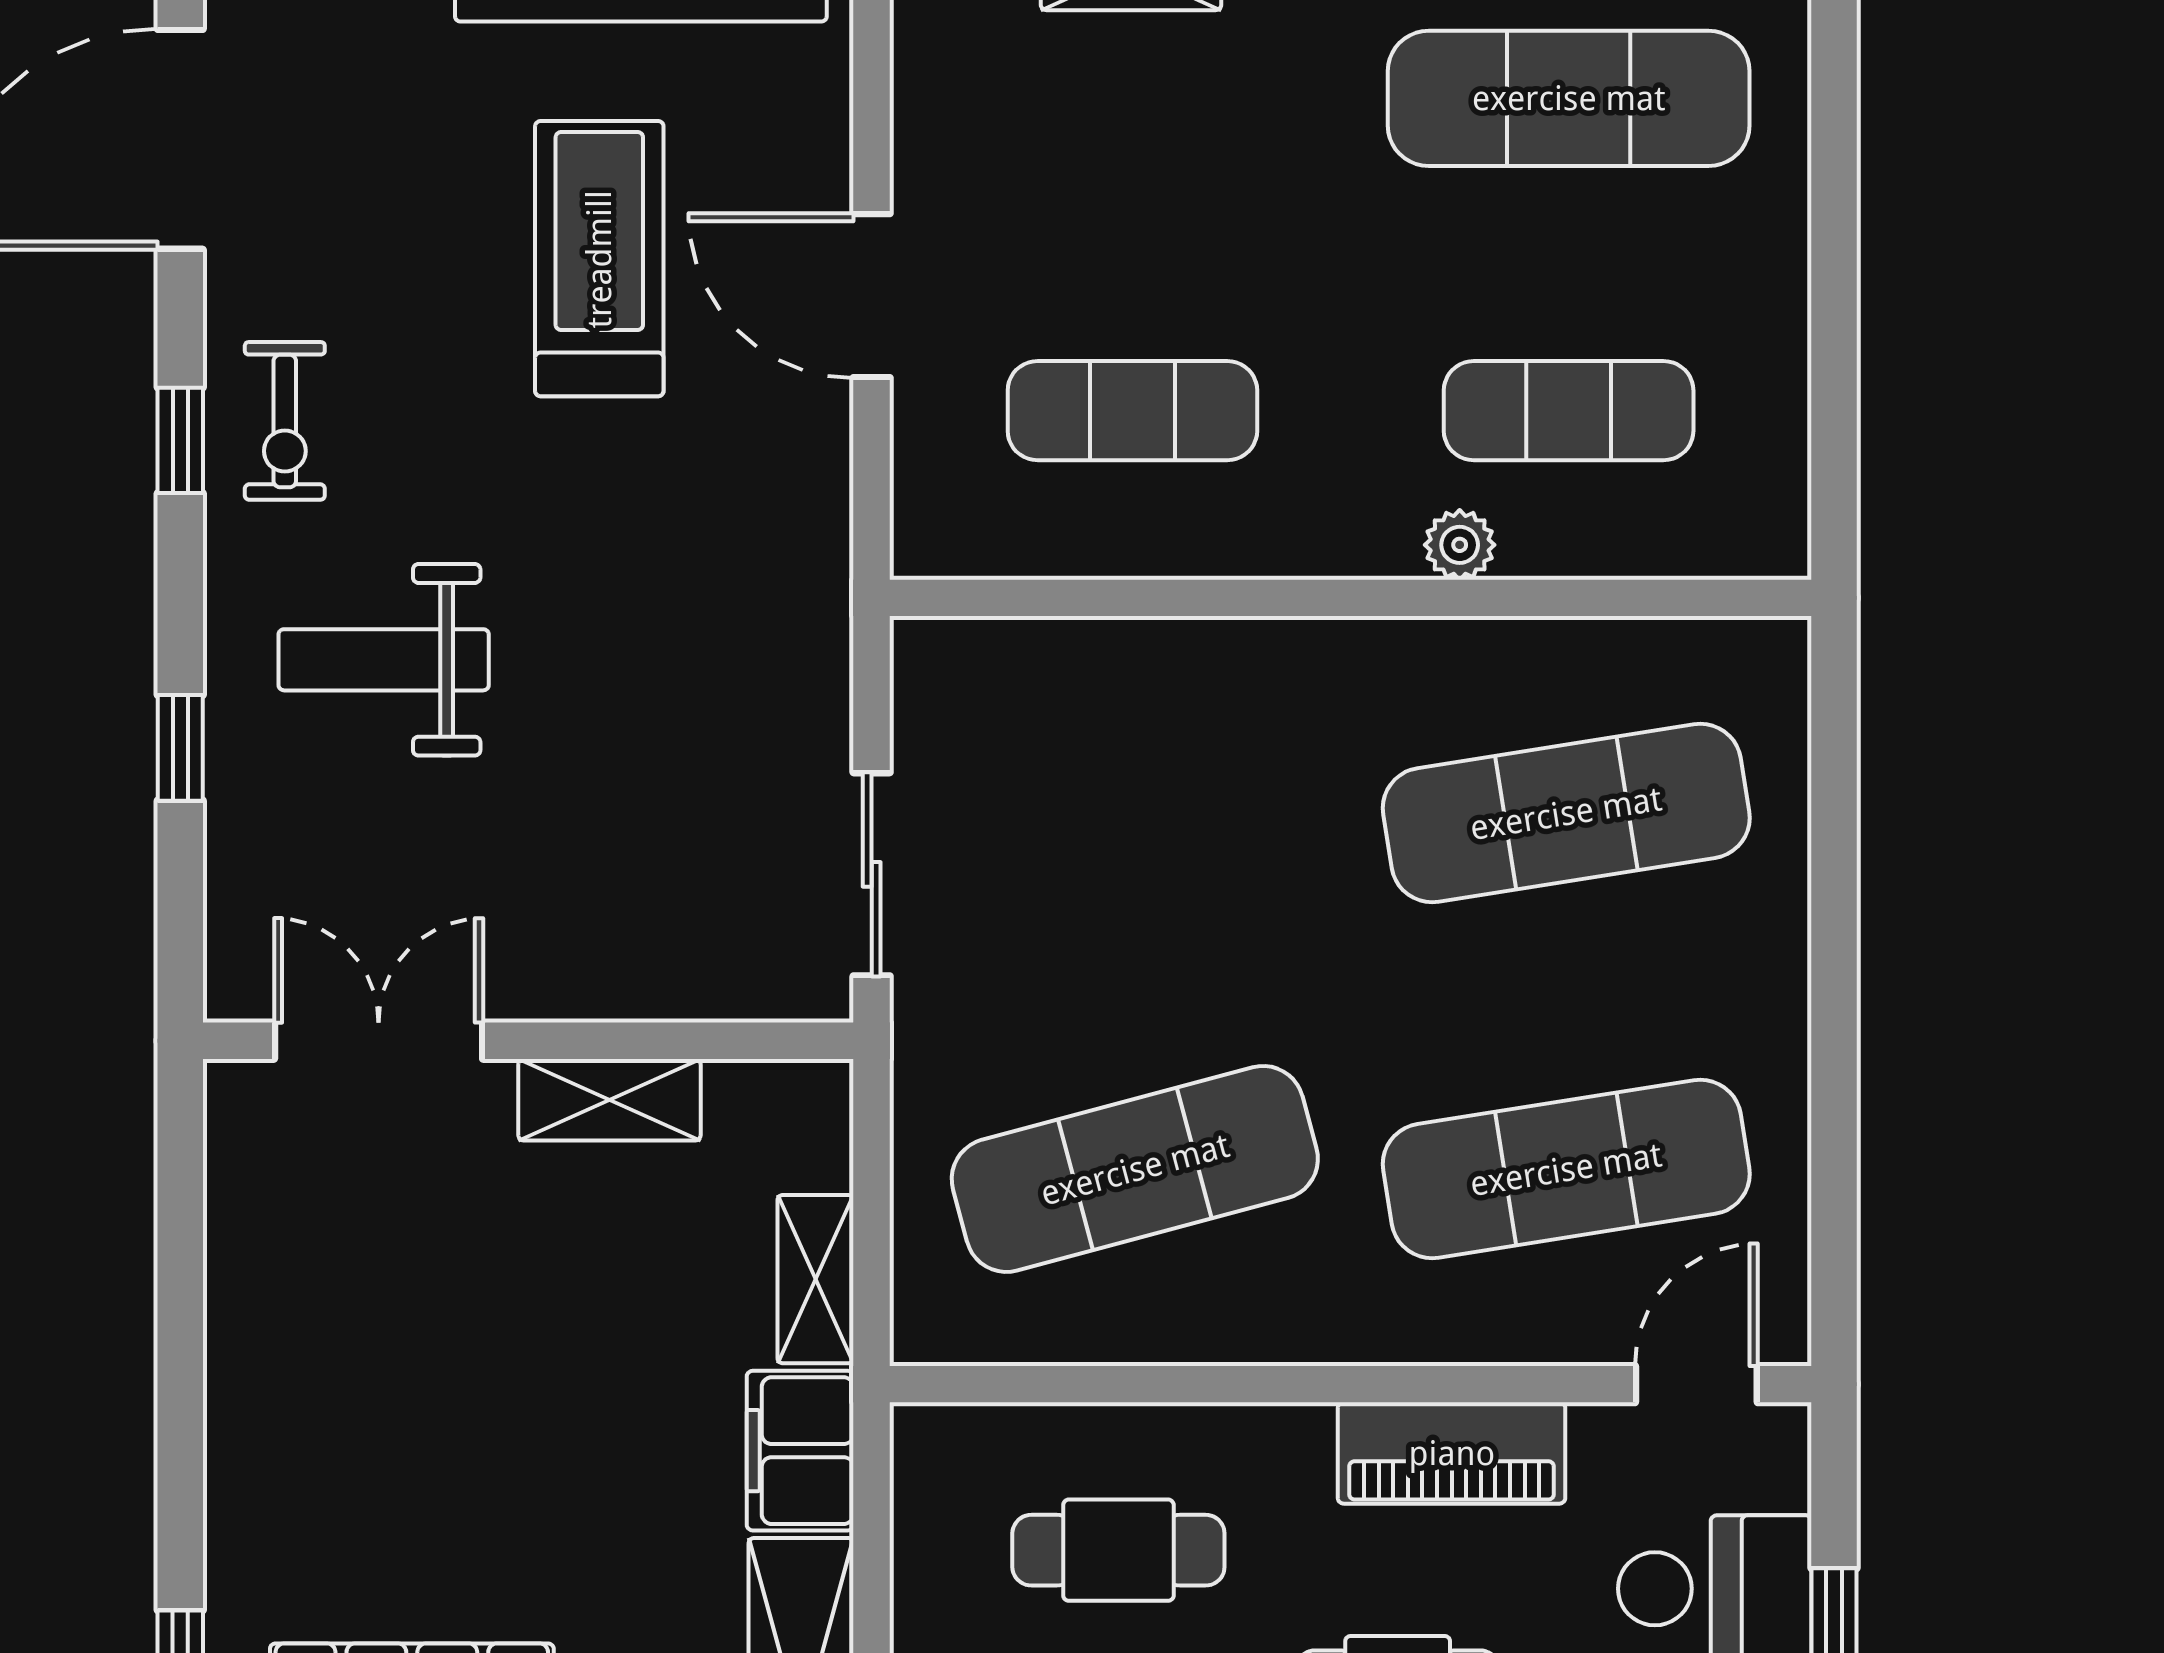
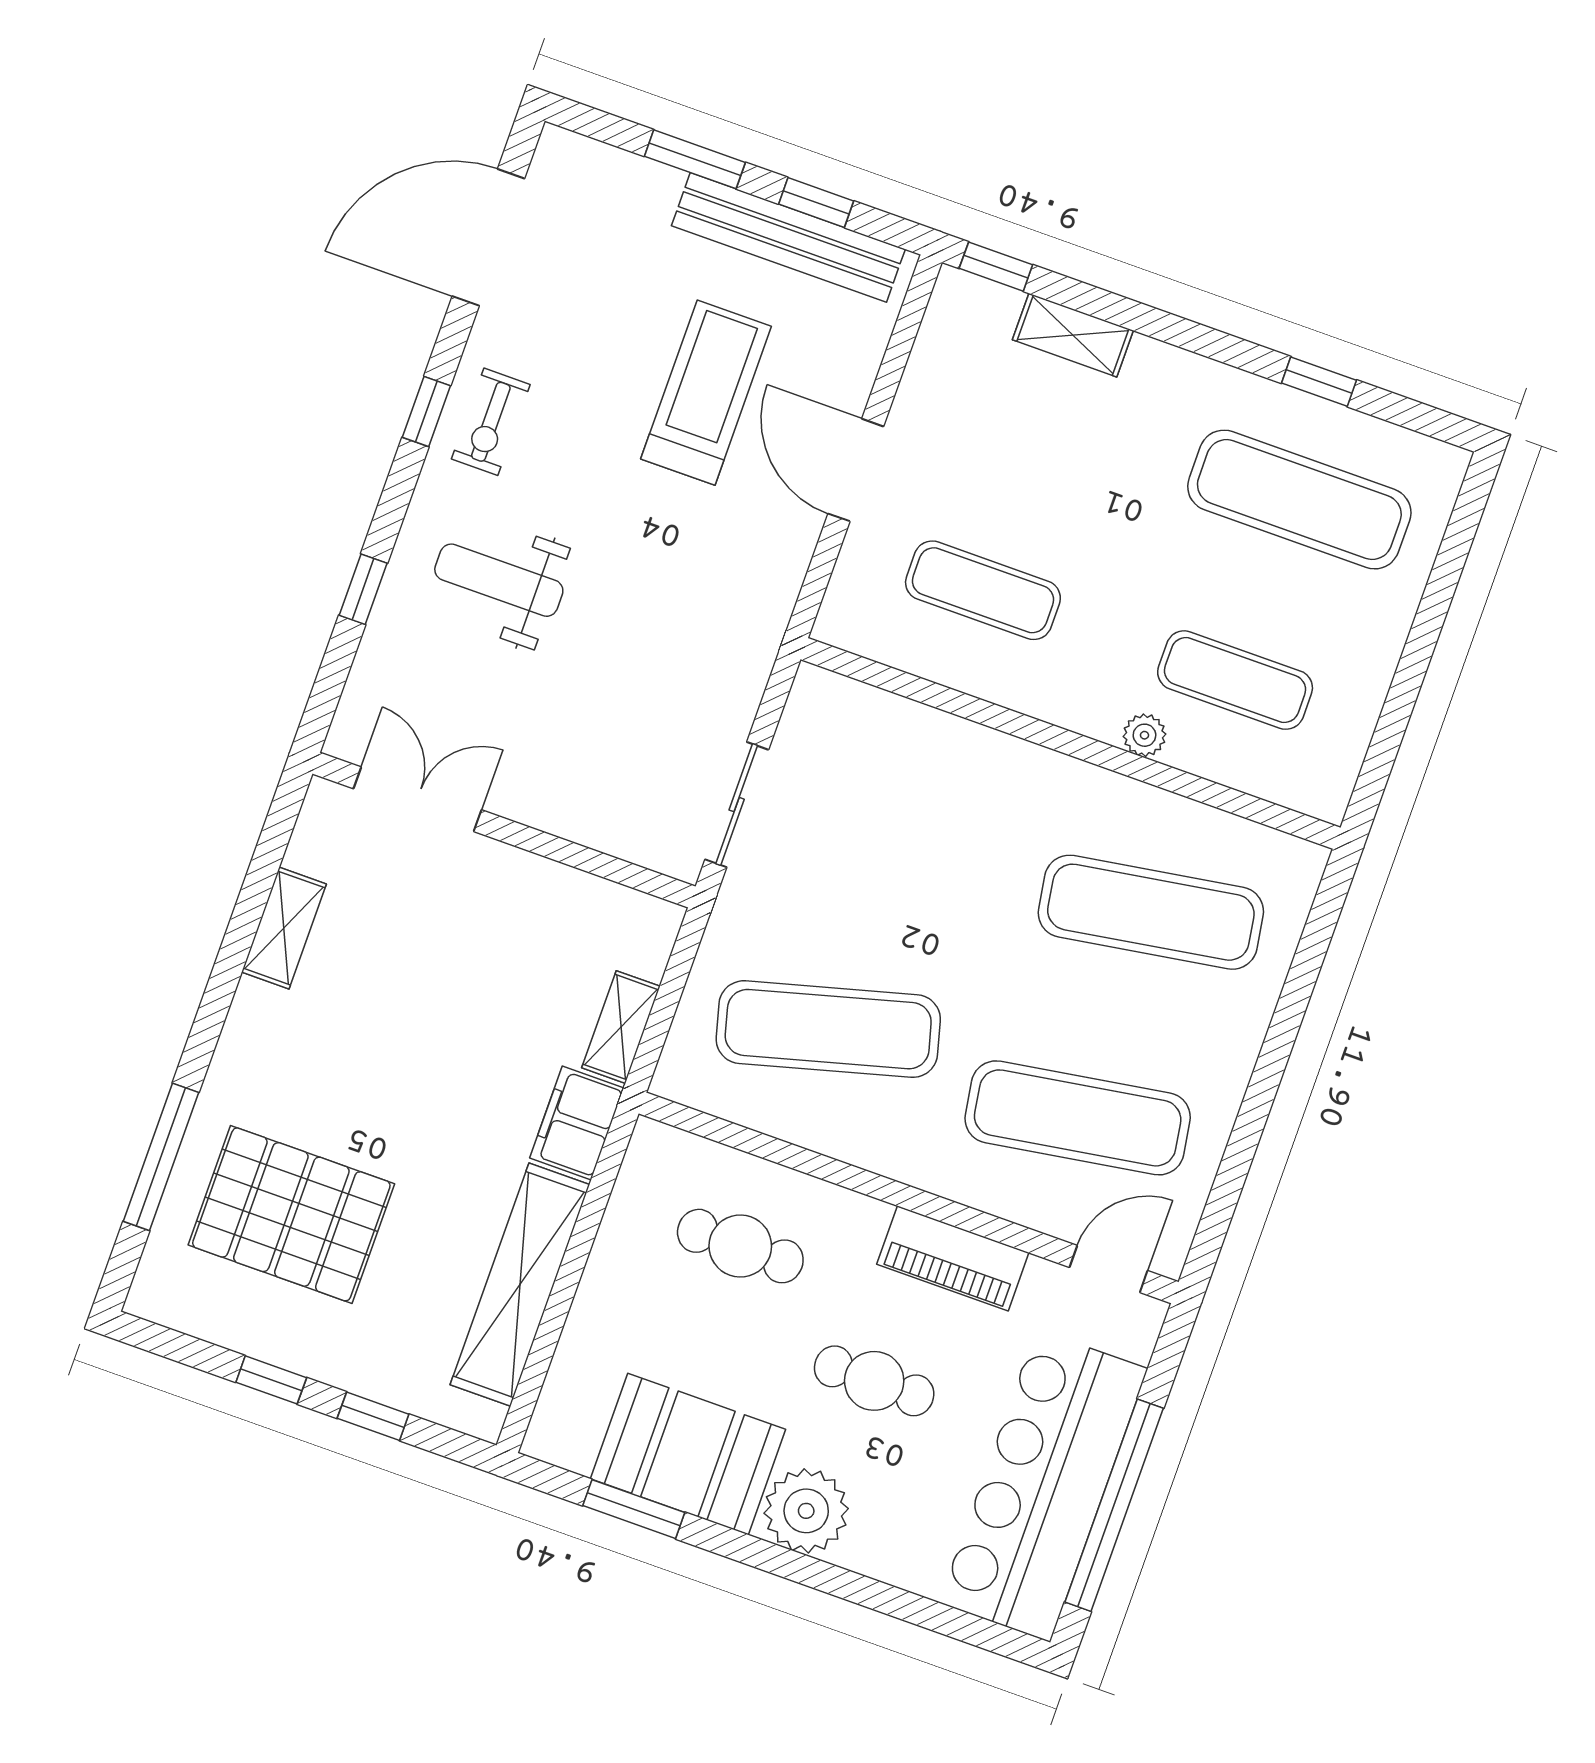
shelving: (609, 1100) -> (284, 928), moved, turned 90

